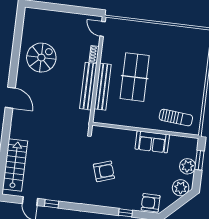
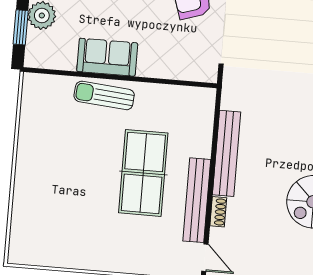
bench: (103, 87) -> (197, 200), moved
sun lounger: (176, 118) -> (104, 95), moved

